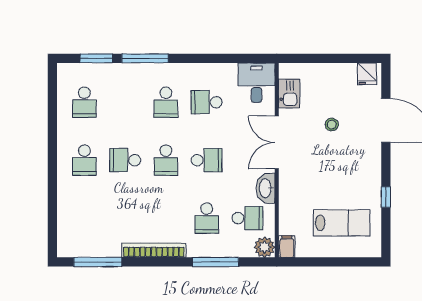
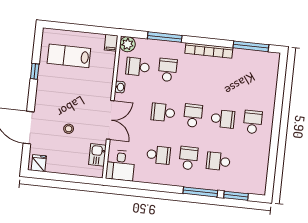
school desk: (84, 102) -> (218, 161), moved, turned -90
washbasin: (266, 188) -> (120, 87), width x0.52, depth x0.69

